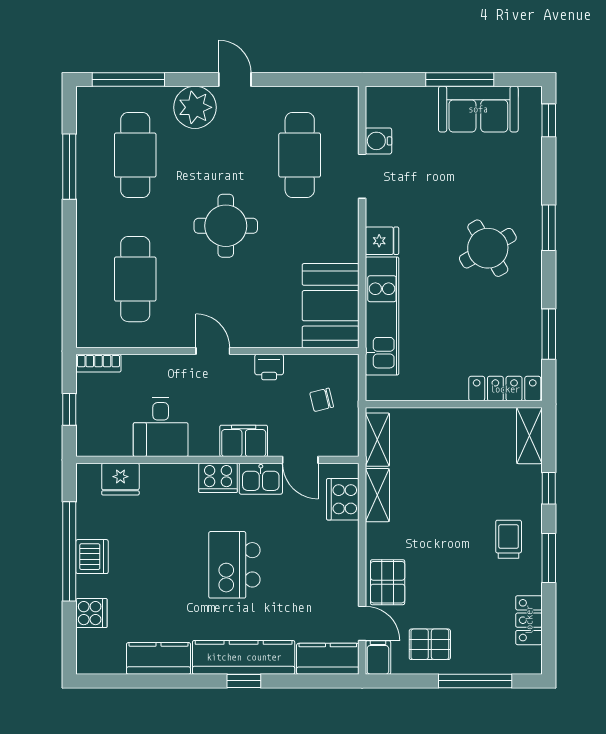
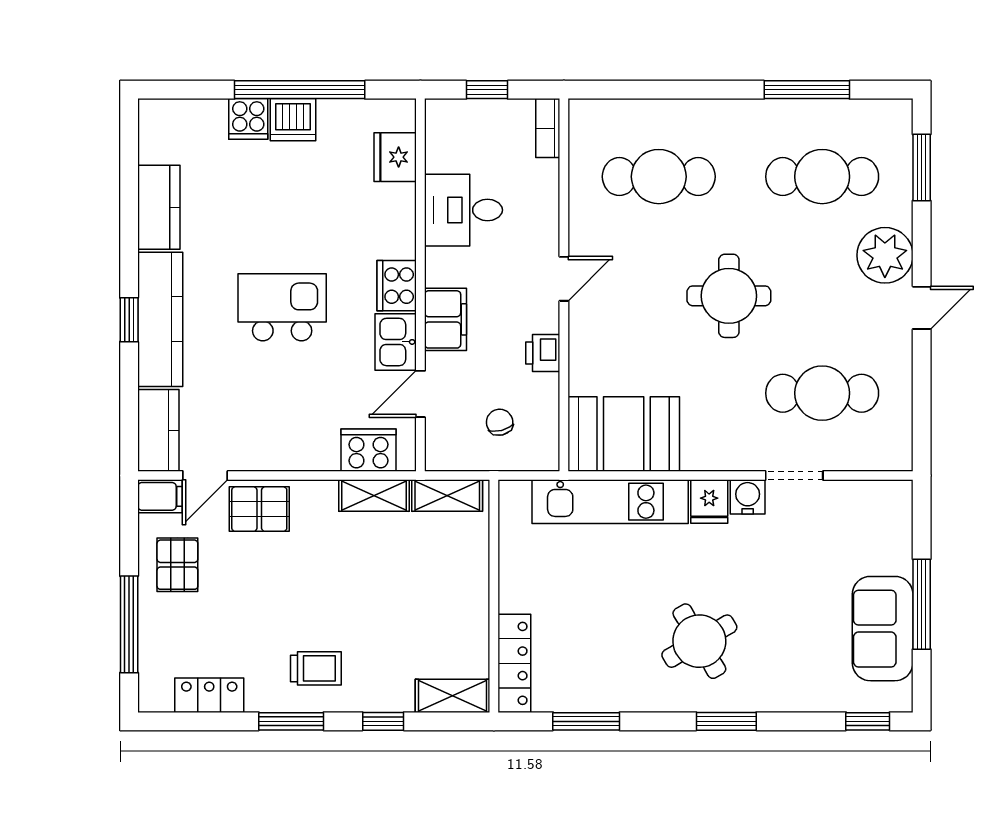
window: (128, 80) -> (922, 167), width x0.69
water cooler: (378, 141) -> (748, 497), moved
cooker: (91, 613) -> (248, 119), moved

